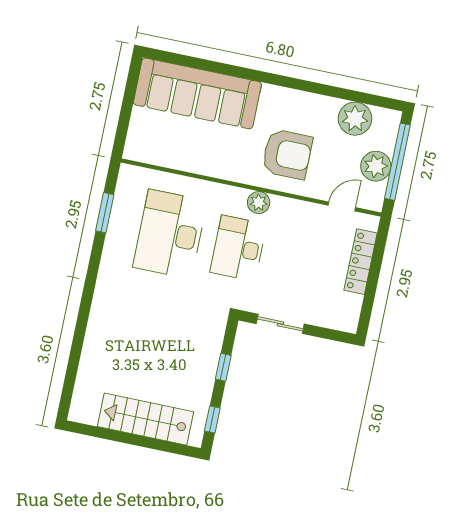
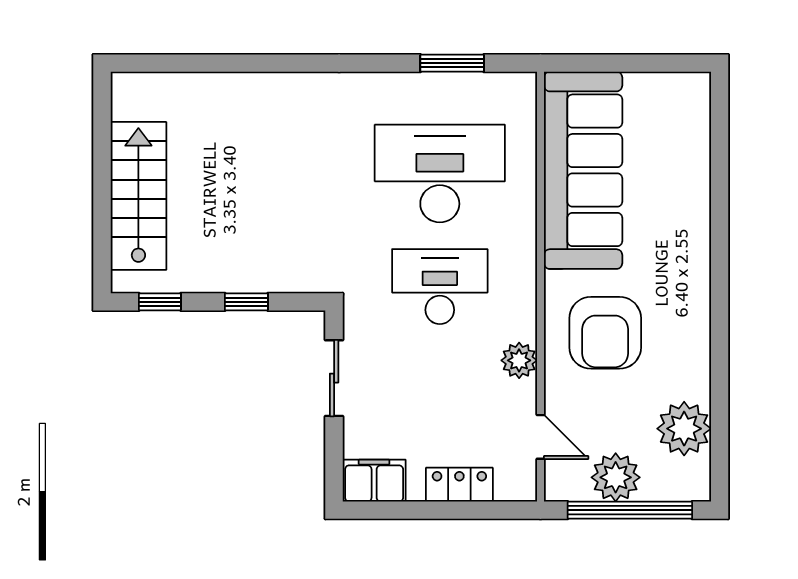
sofa: (197, 93) -> (583, 170), moved, turned 180
plant: (259, 203) -> (519, 360), moved
locker: (361, 262) -> (459, 485), width x0.66
filing cabinet: (347, 313) -> (374, 481), added

